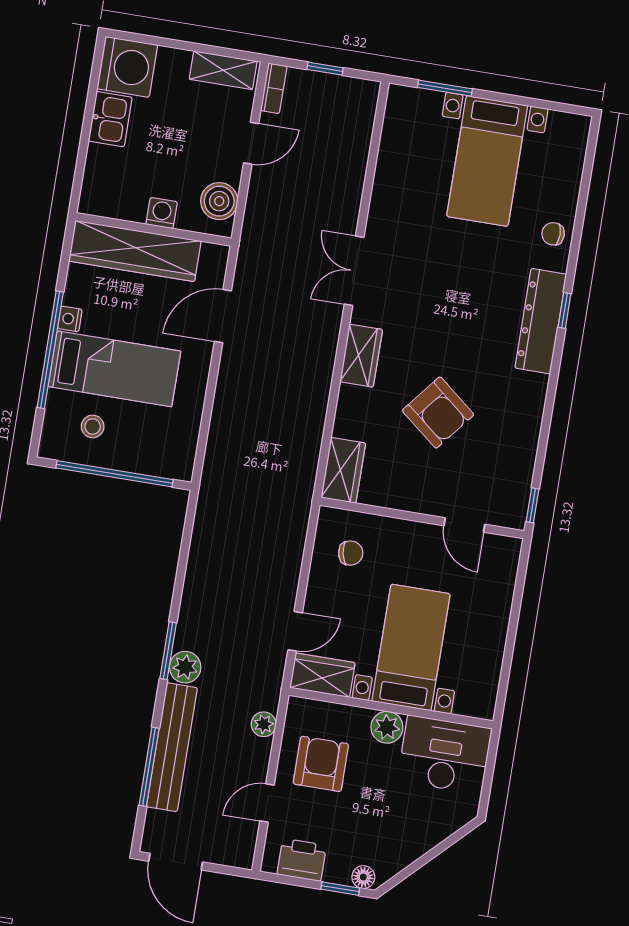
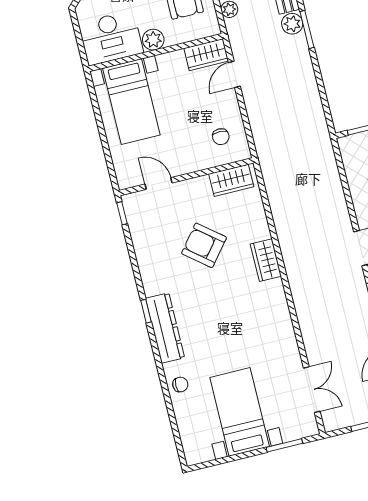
double door: (354, 271) -> (312, 390), moved
window: (564, 311) -> (146, 311), moved
wardrobe: (343, 470) -> (231, 180), moved, turned -90
chair: (351, 553) -> (221, 137), turned -79
bed with nightstands: (411, 647) -> (131, 102), moved

